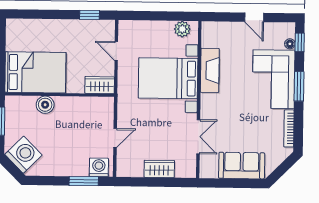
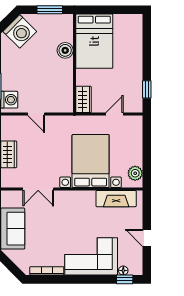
door: (254, 17) -> (147, 238), hinge flipped
fireplace: (210, 70) -> (116, 199), moved
window: (299, 86) -> (85, 279), removed

